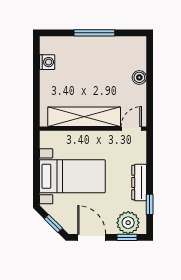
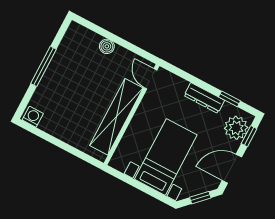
washing machine: (47, 62) -> (33, 117), moved

